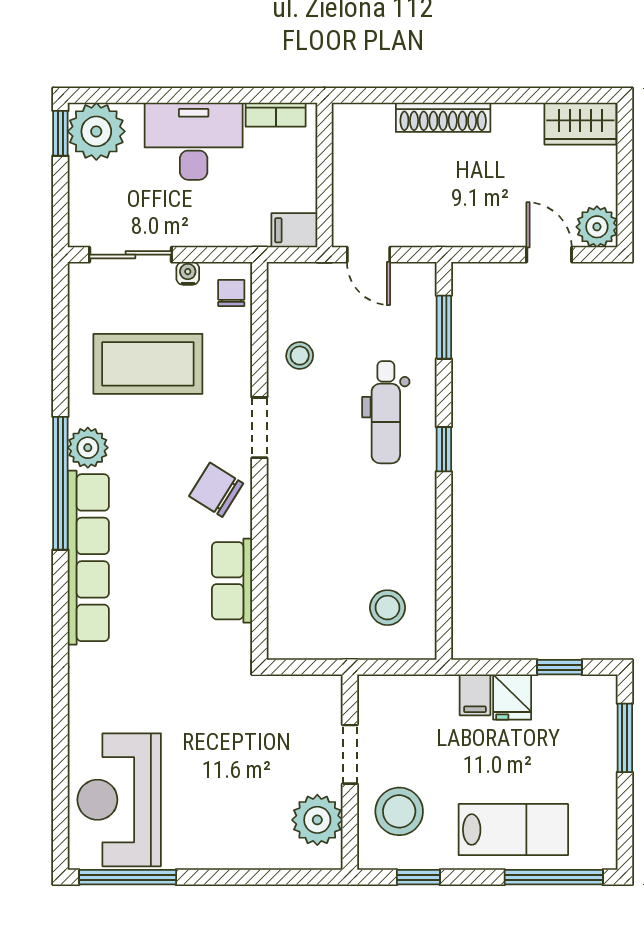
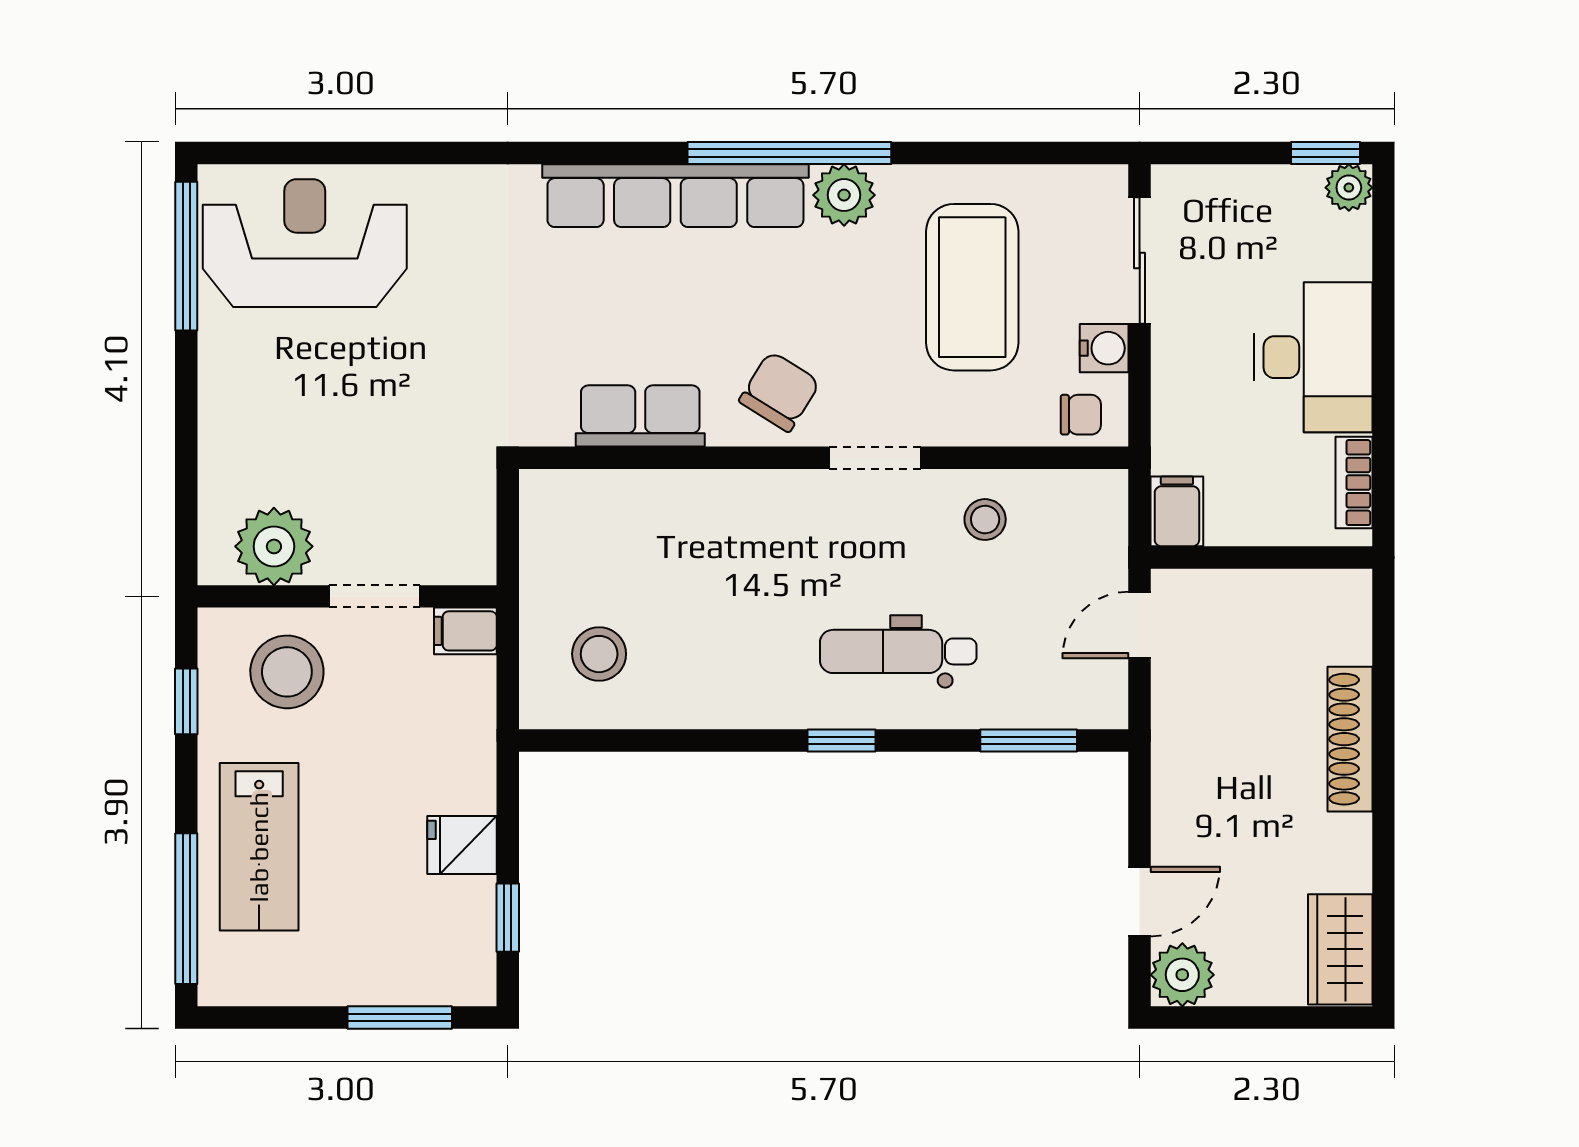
plant: (96, 131) -> (1349, 188), width x0.53, depth x0.53
water cooler: (188, 273) -> (1104, 348), width x1.38, depth x1.38
filing cabinet: (475, 695) -> (465, 631), moved

